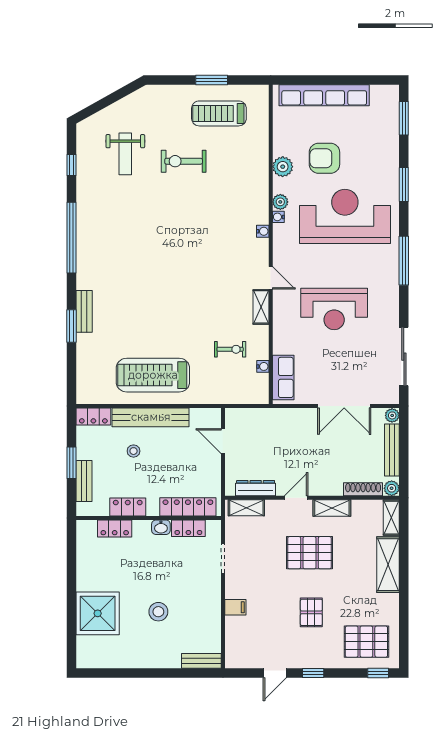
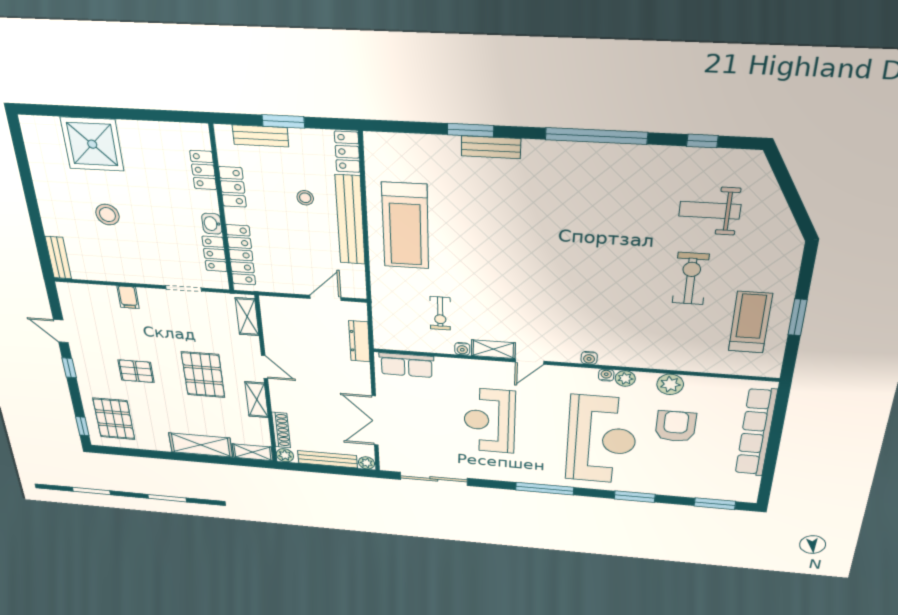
water cooler: (263, 366) -> (462, 349), moved
treadmill: (153, 375) -> (405, 226), turned 180
dresser: (256, 488) -> (359, 341), moved, turned 180

